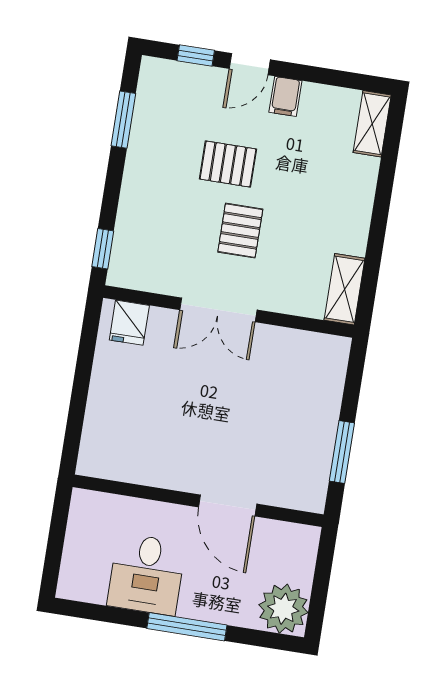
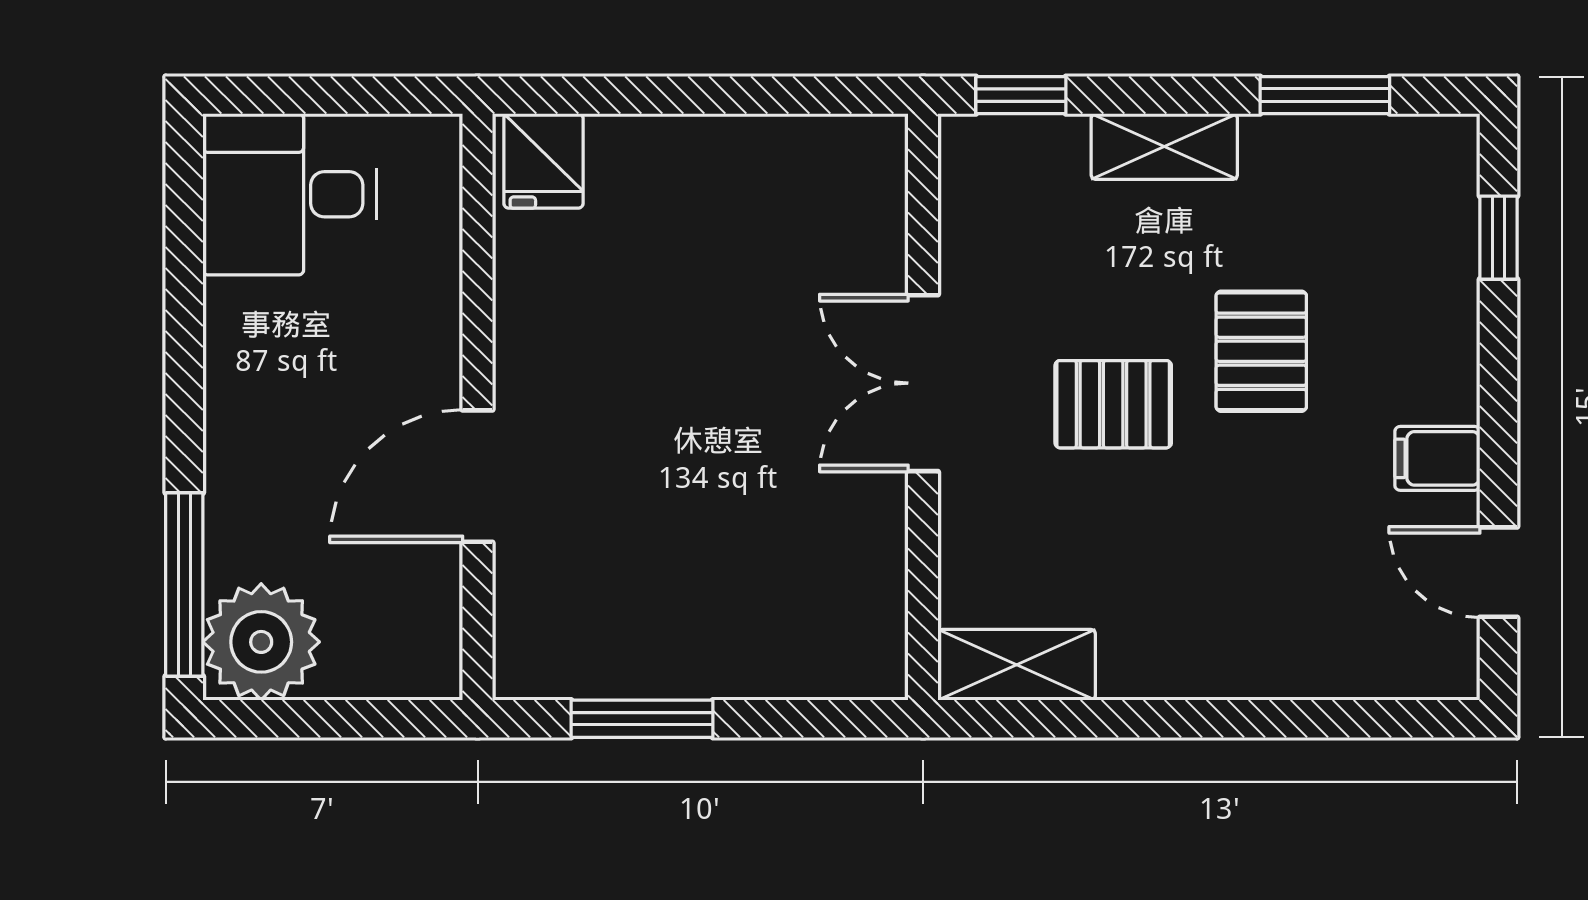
door: (250, 64) -> (1499, 572), moved
shelving: (372, 124) -> (1164, 147), moved
fridge: (129, 323) -> (543, 161), moved, turned -90
desk: (146, 574) -> (290, 194), moved
window: (187, 627) -> (184, 584), moved

